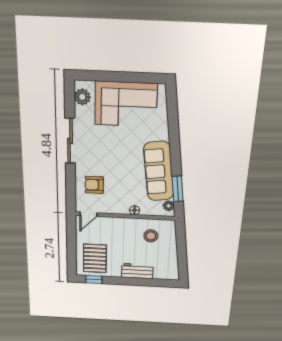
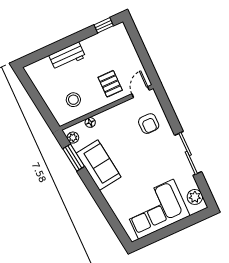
sofa: (159, 171) -> (99, 165), width x0.73
armchair: (94, 185) -> (149, 124), turned 90
floor lamp: (135, 210) -> (90, 122), moved
pallet: (95, 258) -> (110, 84), moved, width x0.67, depth x0.71

